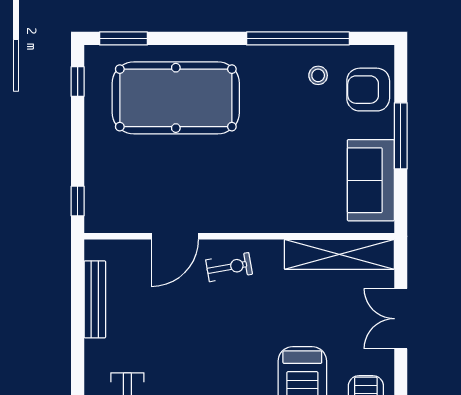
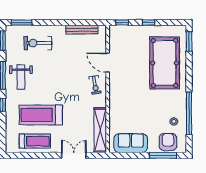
window: (78, 82) -> (149, 23), moved
window: (401, 136) -> (163, 155), moved

